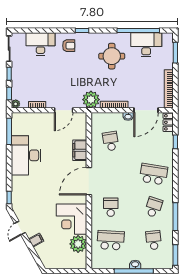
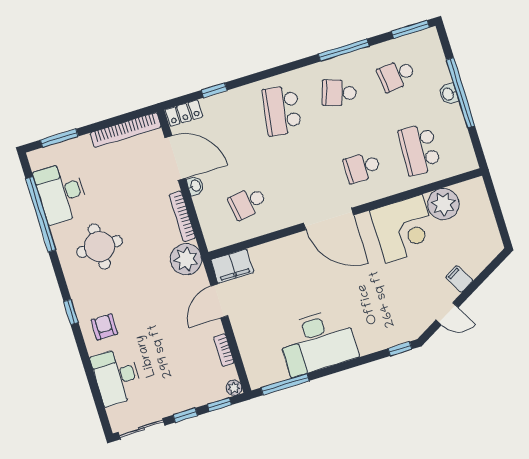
door: (64, 110) -> (219, 301), swing flipped
filing cabinet: (80, 150) -> (232, 266), moved

